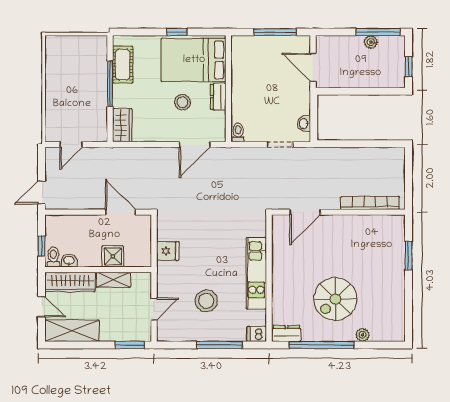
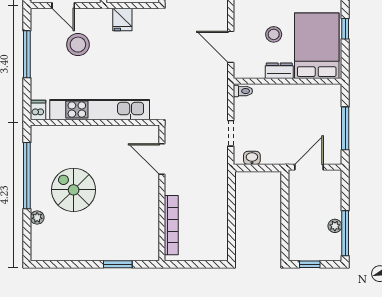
kitchen unit: (256, 273) -> (100, 110), width x1.36
stool: (206, 301) -> (78, 45), moved
dresser: (286, 334) -> (38, 140), removed
window: (219, 345) -> (27, 54), moved

